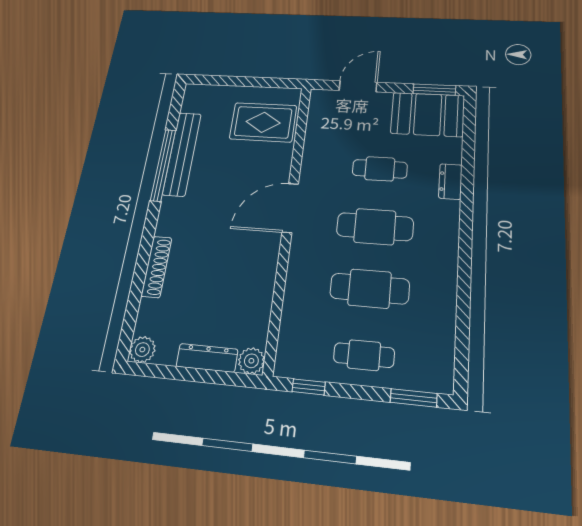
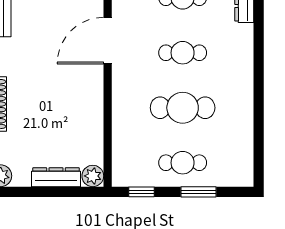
cafe table: (375, 227) -> (183, 53), width x0.73, depth x0.74
window: (414, 398) -> (198, 192), moved

